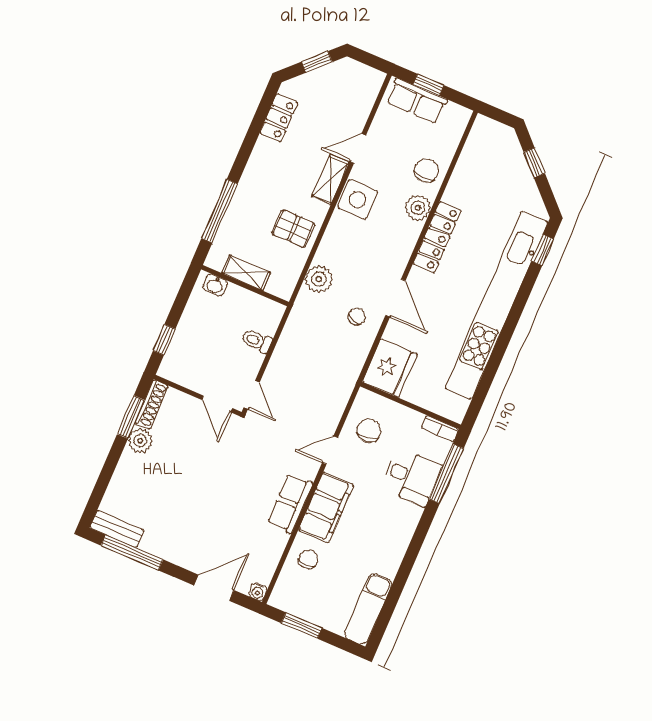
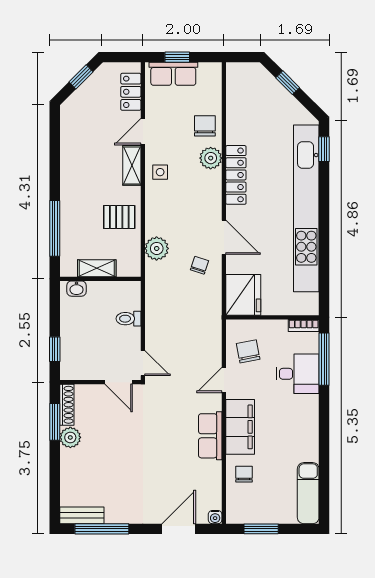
locker: (279, 118) -> (131, 92), moved, turned 180
side table: (358, 199) -> (160, 172), width x0.54, depth x0.54

